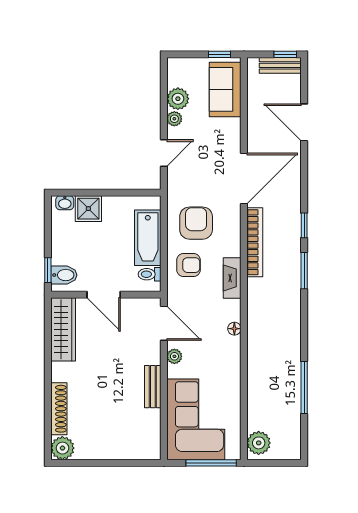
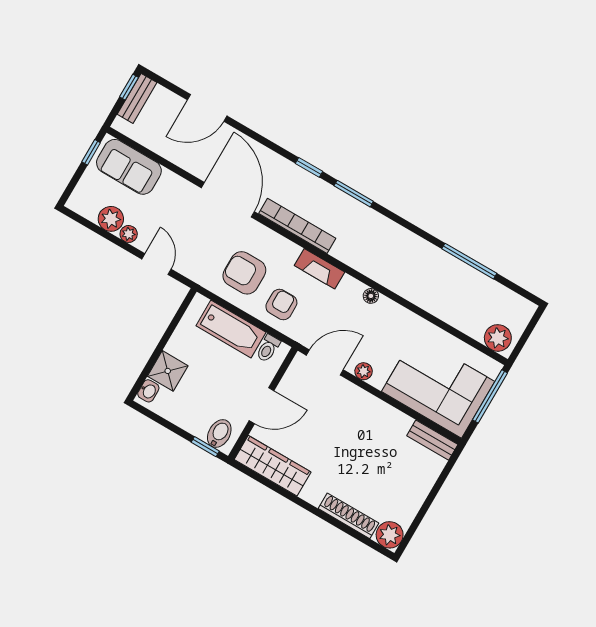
bench: (153, 387) -> (432, 440), moved

